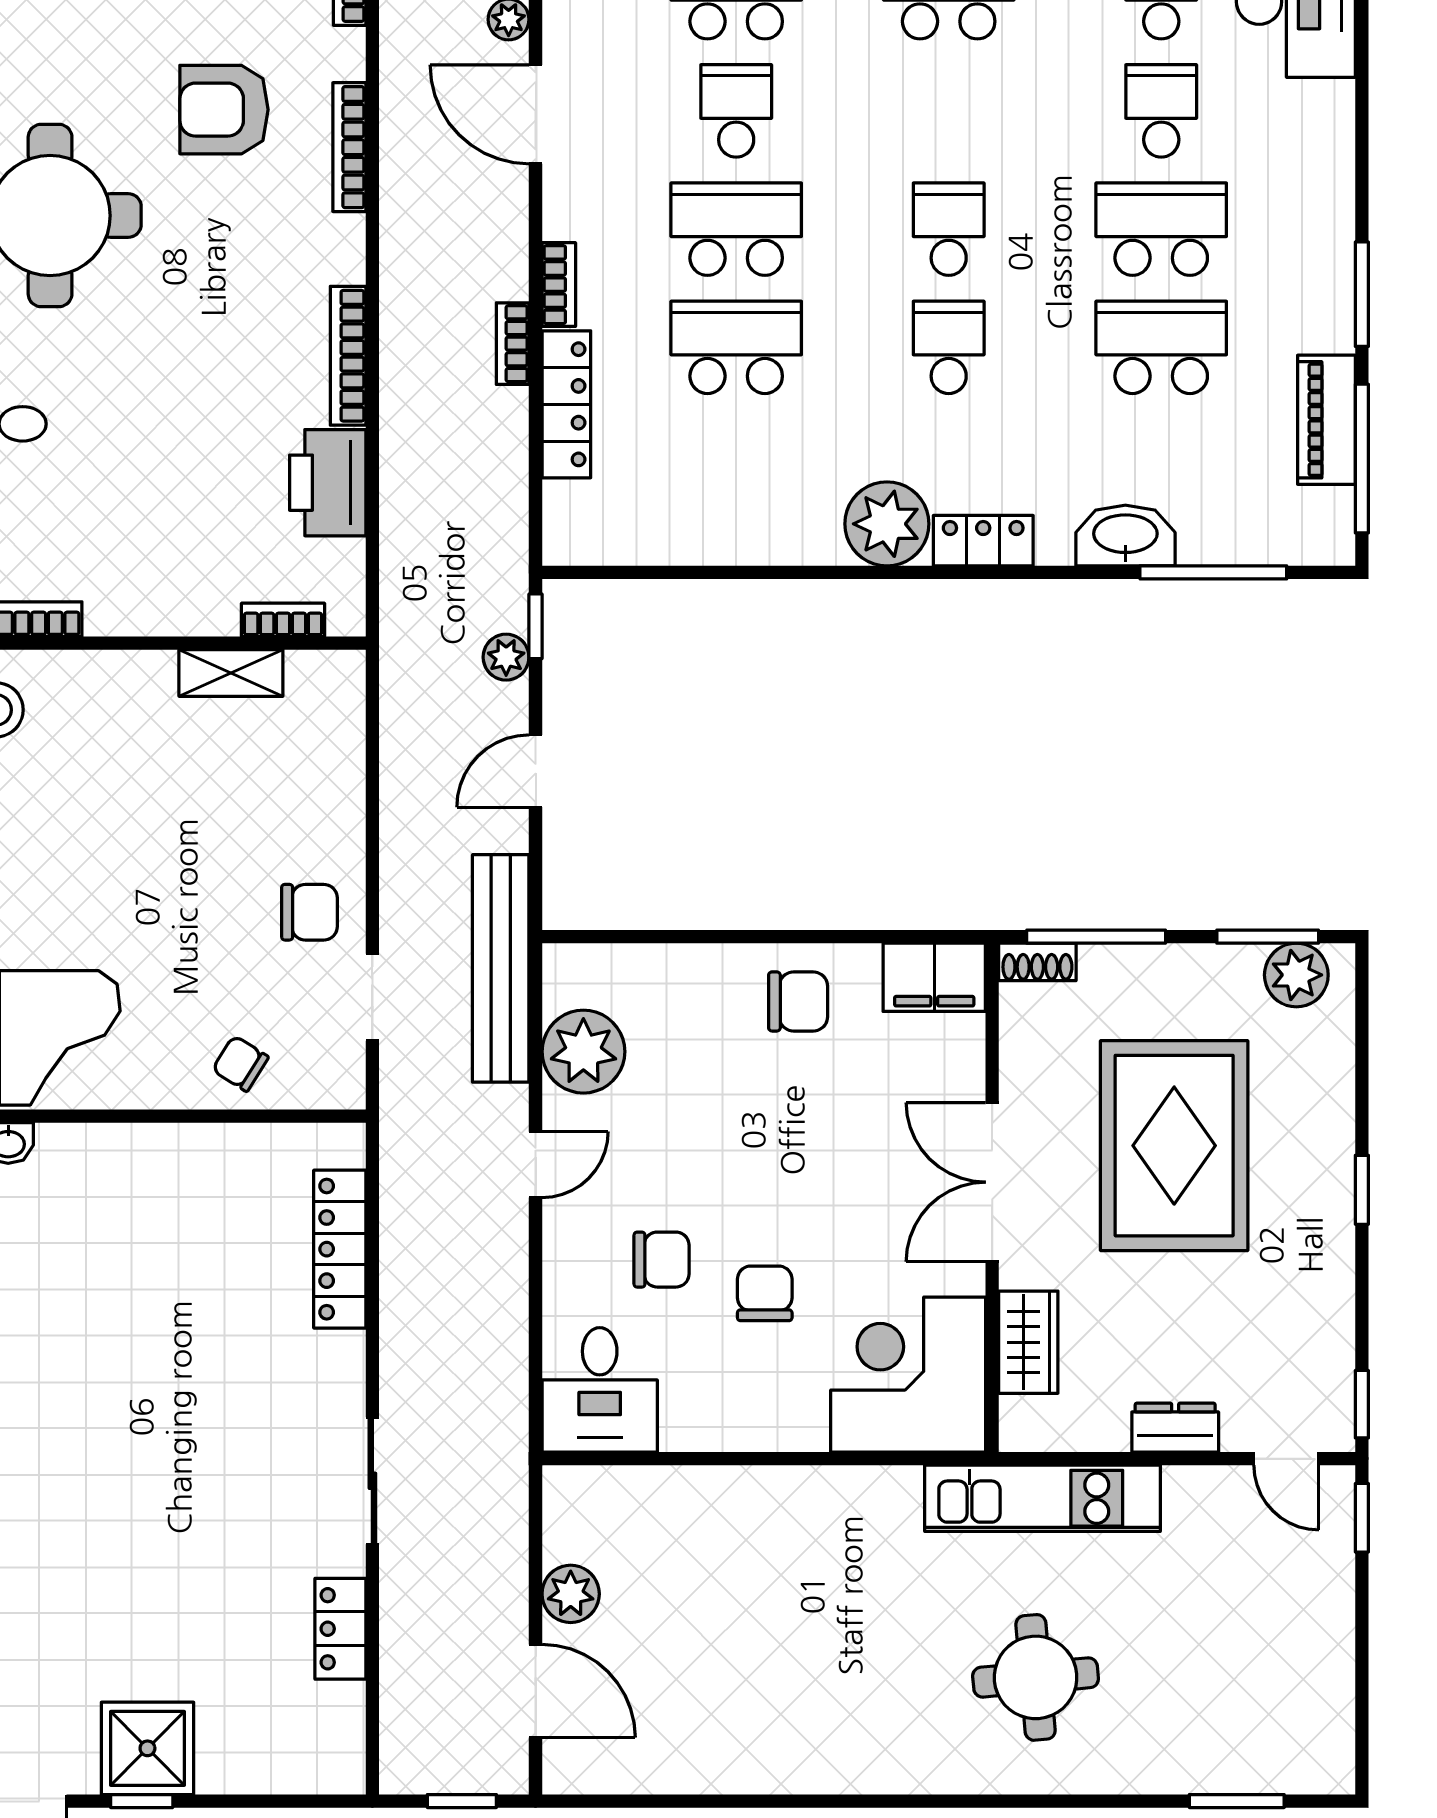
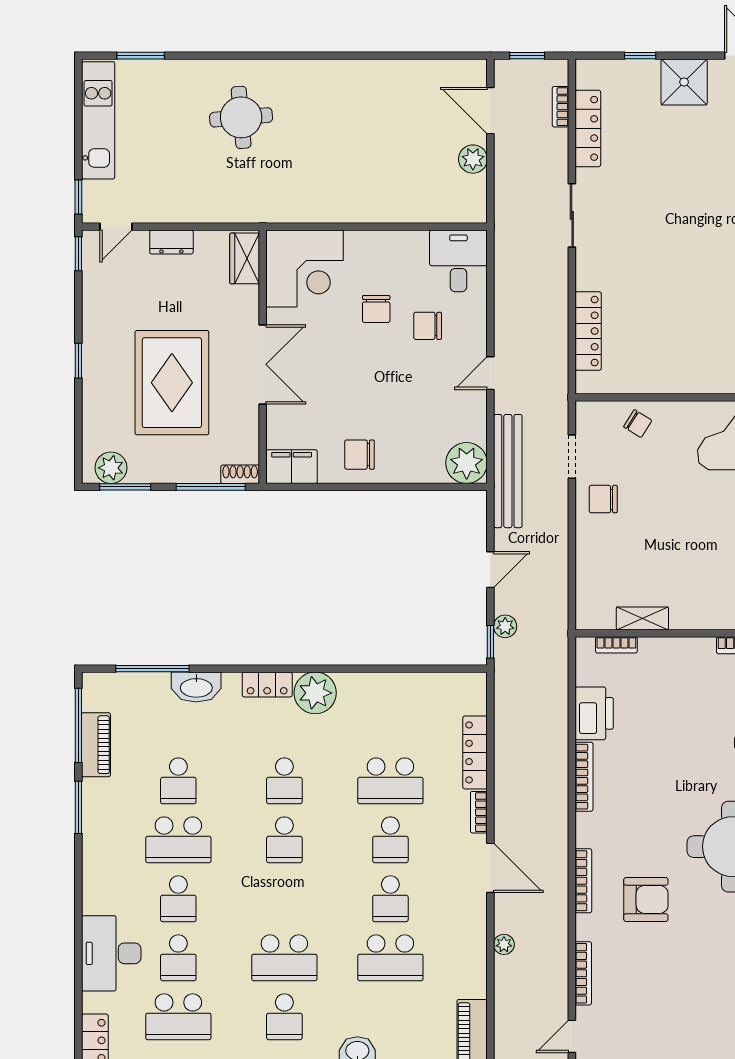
door: (536, 114) -> (490, 868), moved
school desk: (736, 229) -> (390, 840), width x0.54
bookcase: (513, 344) -> (560, 107), moved, turned 180
school desk: (1161, 347) -> (178, 781), width x0.54
plant: (583, 1052) -> (467, 463), moved
wardrobe: (1028, 1342) -> (245, 258), moved
door: (1286, 1459) -> (116, 227), swing flipped
kitchen unit: (1043, 1498) -> (98, 120), moved, turned 90
locker: (340, 1629) -> (588, 128), width x1.53
window: (142, 1801) -> (640, 56), moved

